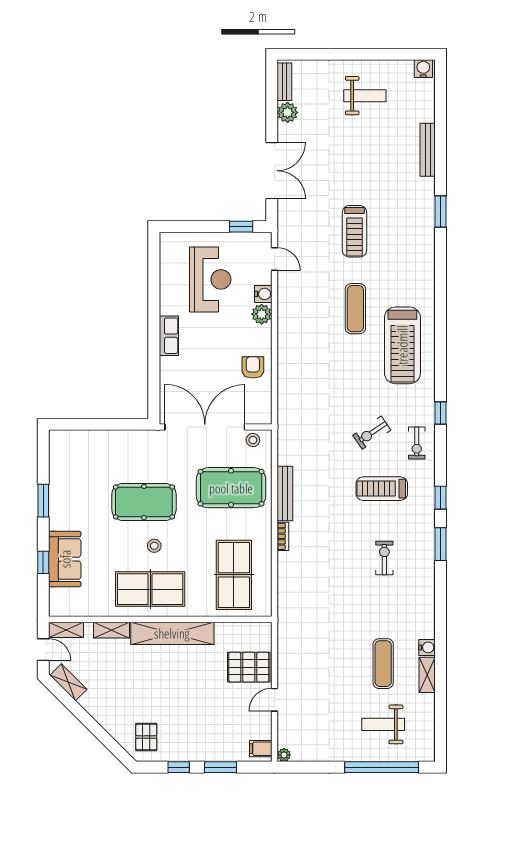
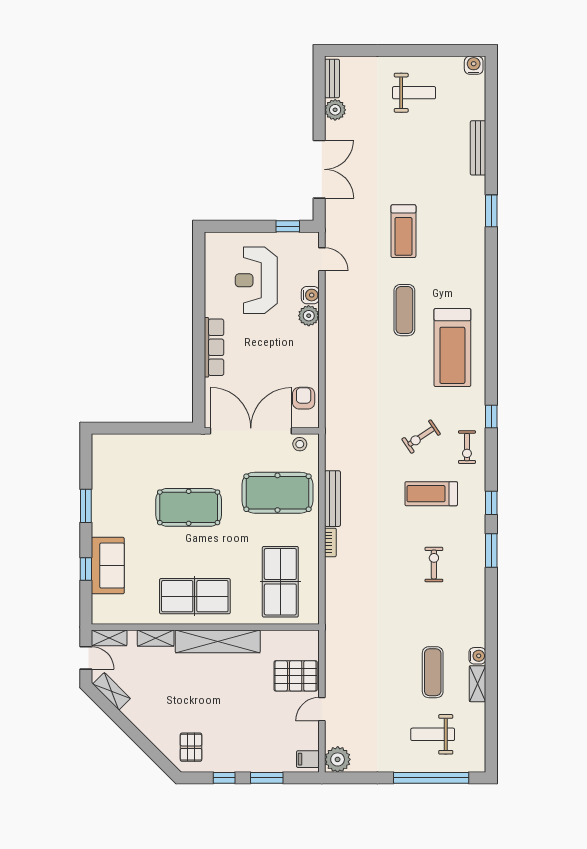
reception desk: (210, 279) -> (256, 280), turned 180
row of seats: (169, 336) -> (214, 347), width x1.48
armchair: (253, 367) -> (304, 398), moved
stool: (154, 546) -> (199, 552), removed
plant: (284, 755) -> (338, 759), width x1.88, depth x1.88

